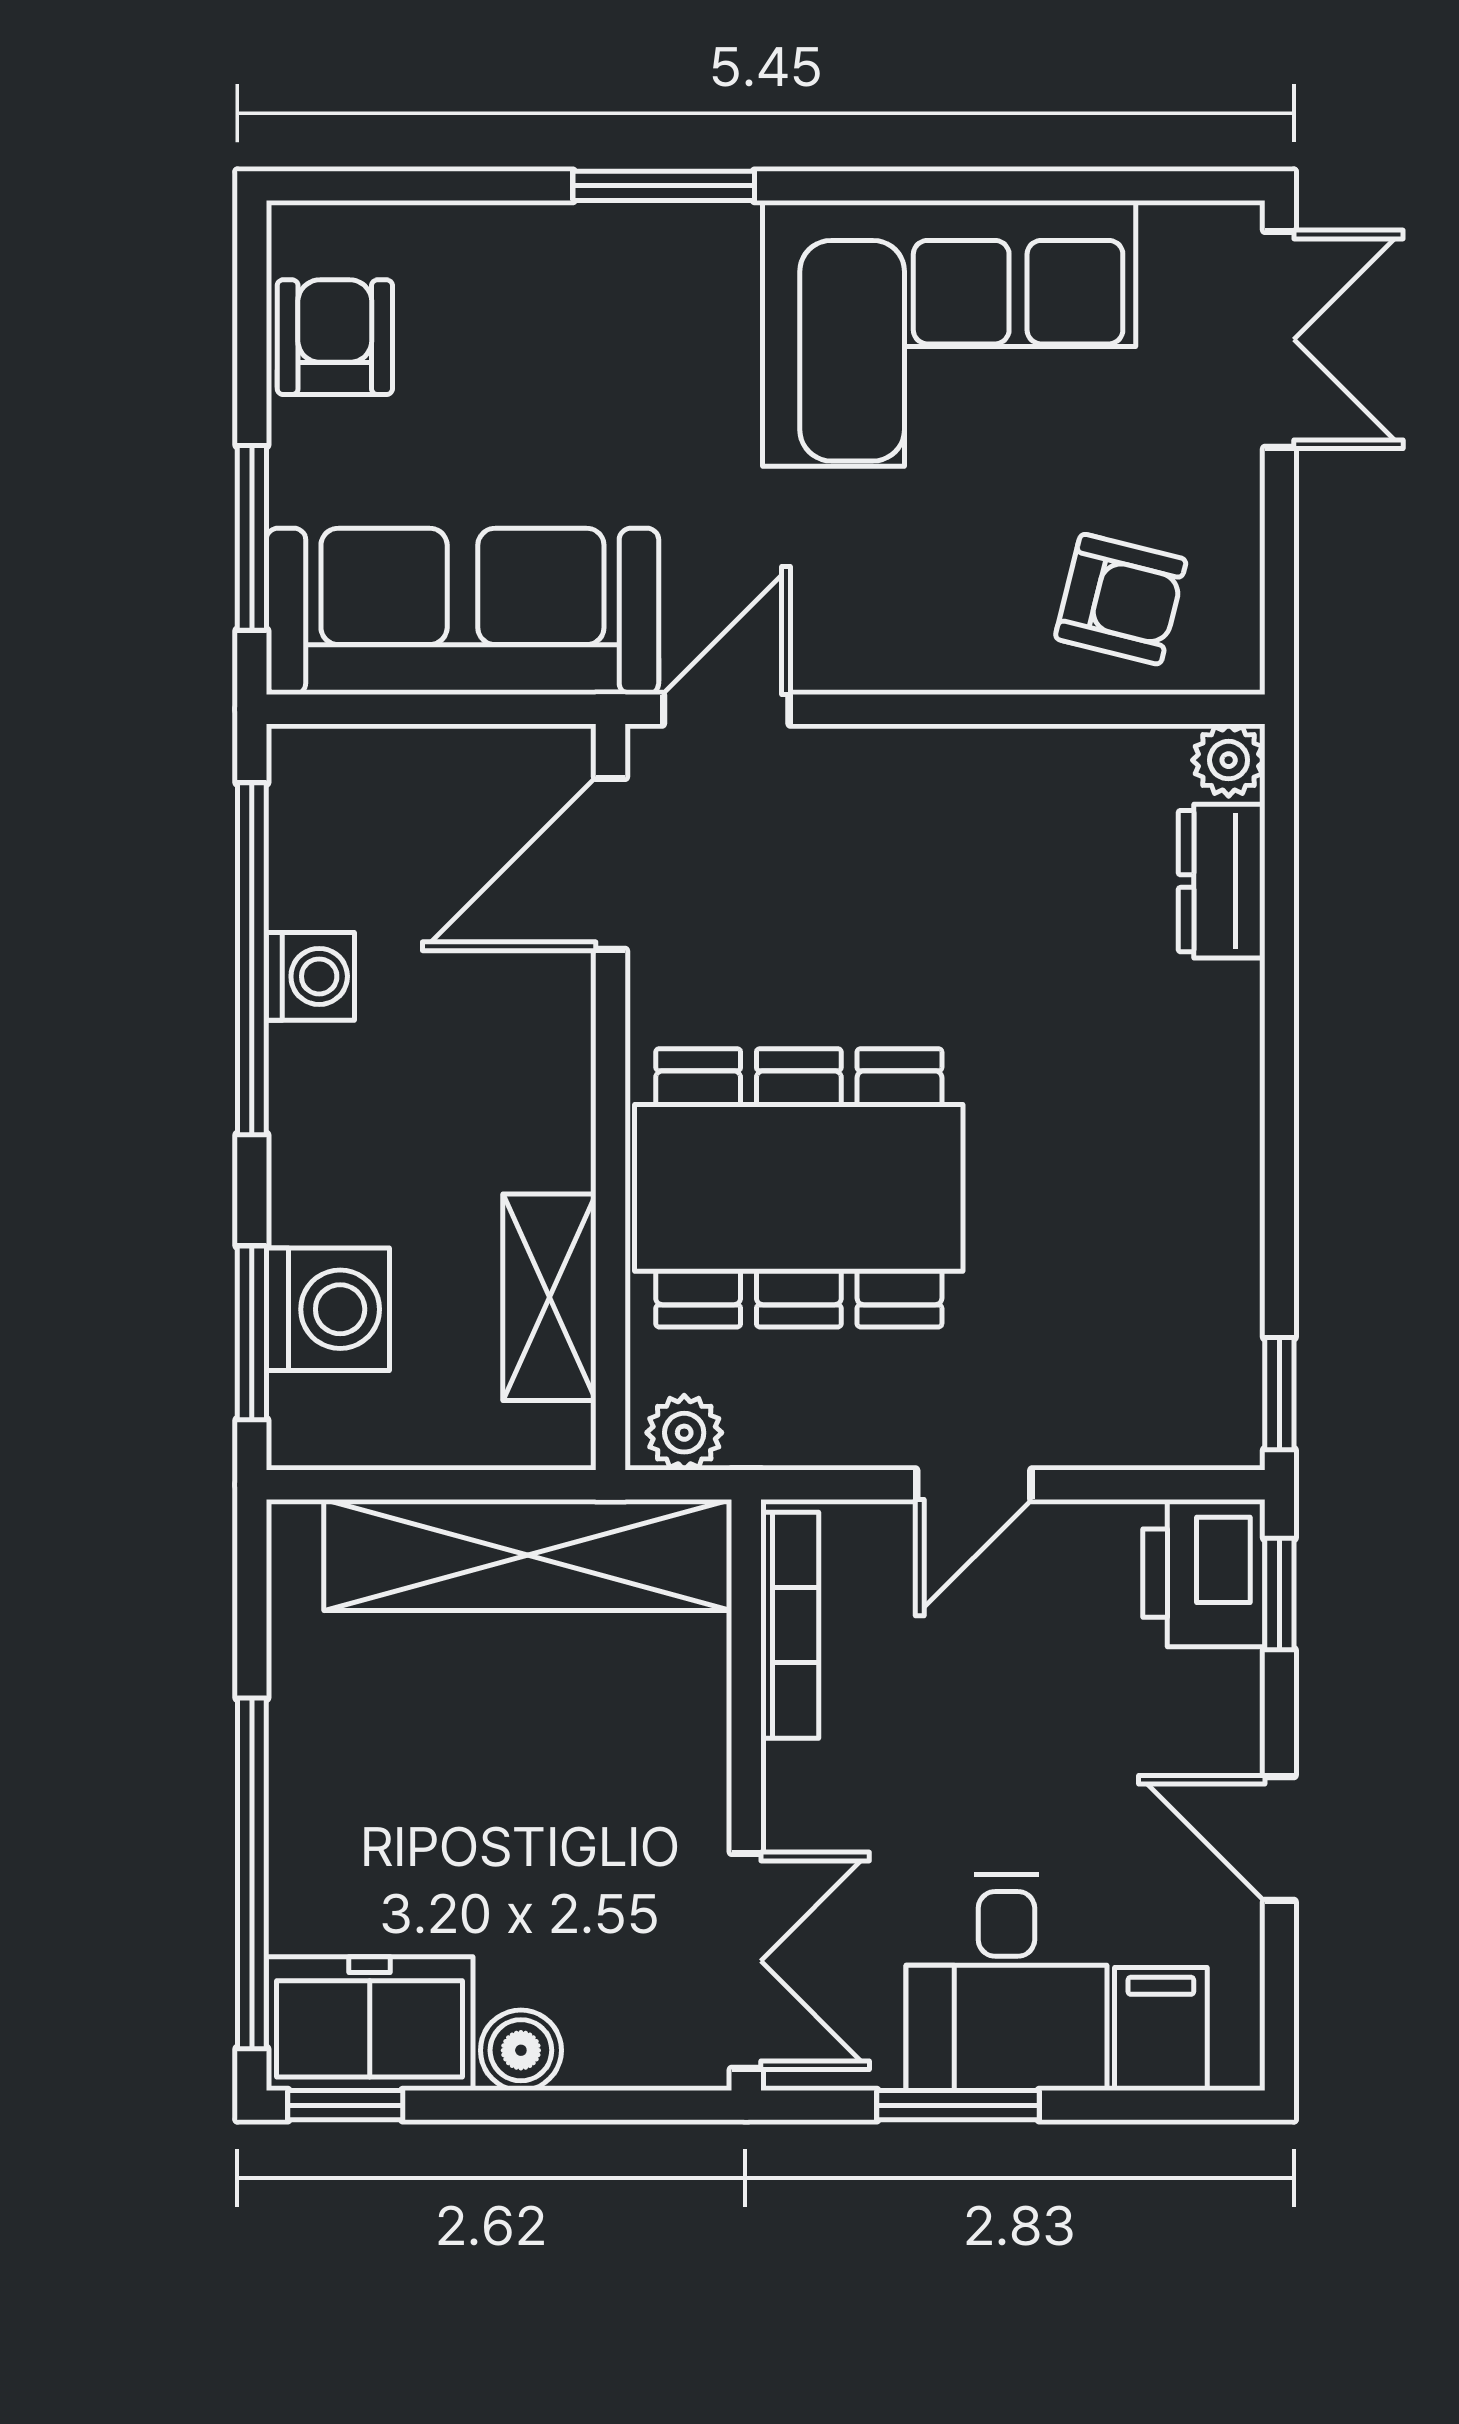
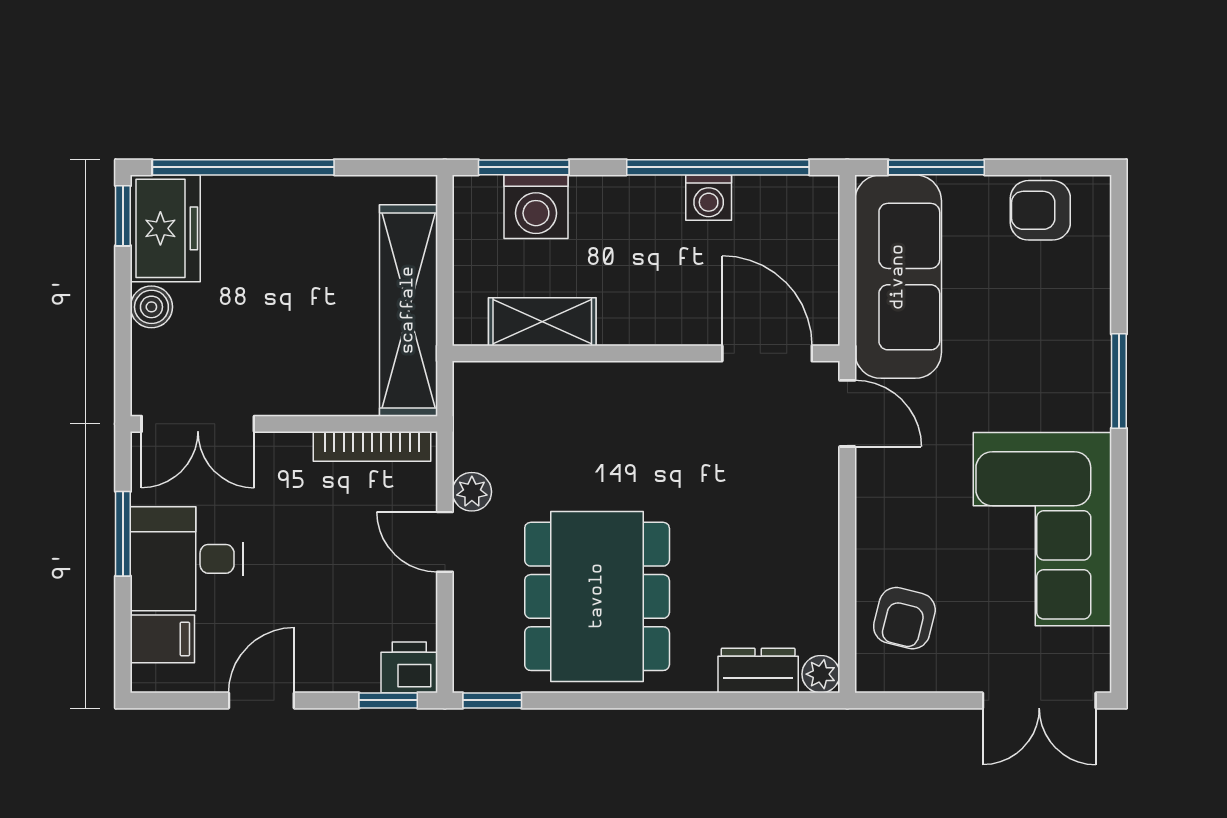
armchair: (335, 337) -> (1040, 210), turned 180
dining table: (799, 1188) -> (597, 596), moved
plant: (684, 1433) -> (472, 492), moved
printer: (1204, 1573) -> (409, 667), width x0.73, depth x0.81

